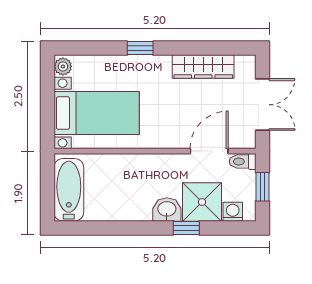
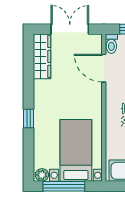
wardrobe: (203, 67) -> (42, 56), moved
window: (47, 97) -> (64, 186), added

